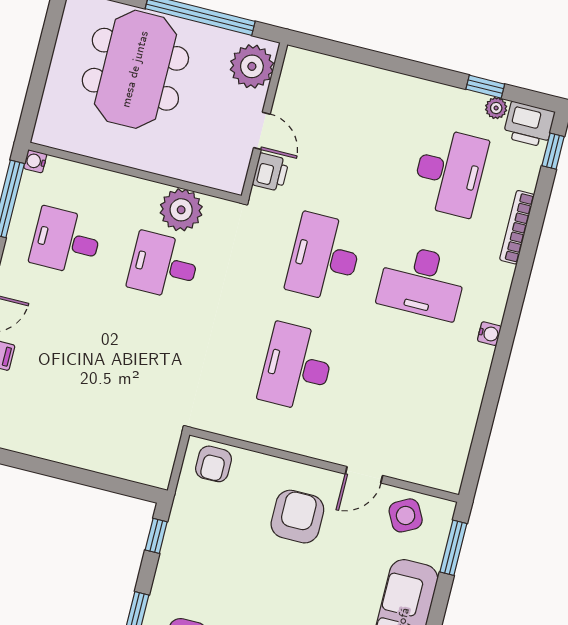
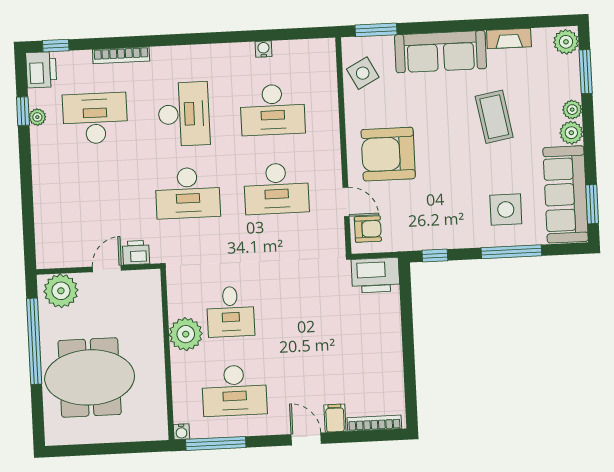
plant: (496, 108) -> (37, 117), moved
plant: (181, 210) -> (186, 334), moved
desk: (66, 241) -> (234, 390), width x1.37
water cooler: (489, 334) -> (264, 49), moved
desk: (394, 392) -> (273, 110), added
printer: (154, 456) -> (376, 275), added
door: (364, 475) -> (346, 202), moved
armchair: (297, 517) -> (388, 154), width x1.36, depth x1.36

